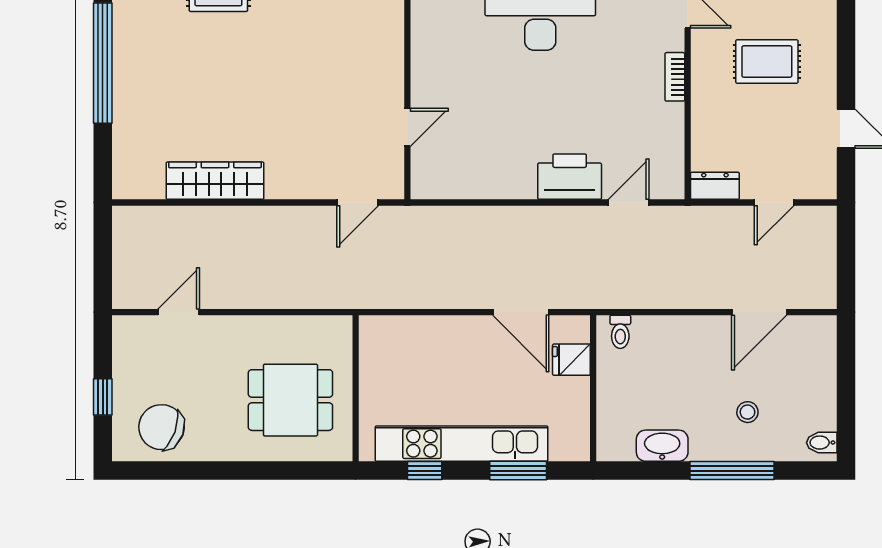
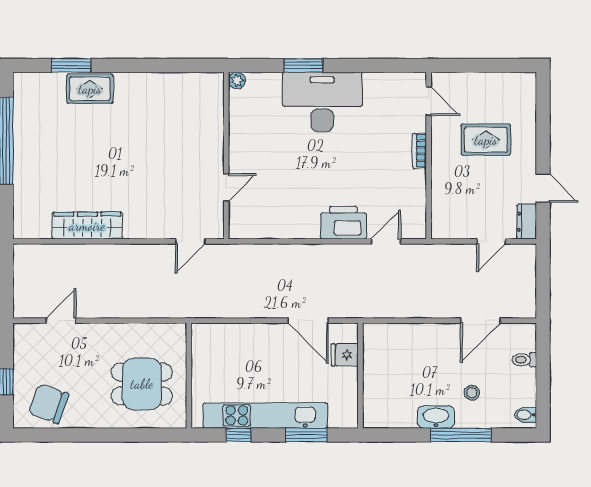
dresser: (715, 186) -> (527, 222), moved, turned -90
toilet: (620, 332) -> (524, 360), moved, turned 90
washbasin: (662, 446) -> (436, 417), moved

